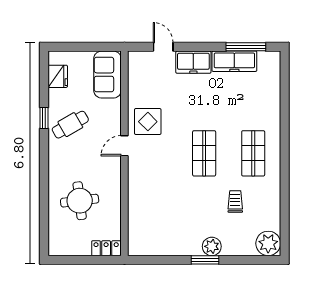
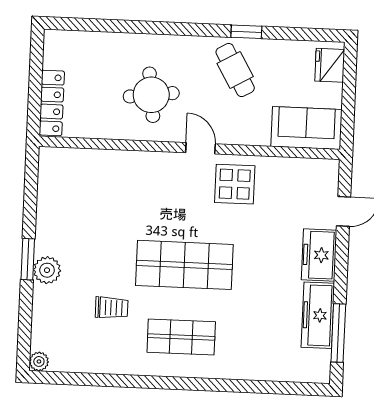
fridge: (58, 76) -> (330, 65), moved, turned 90
shop shelf: (204, 153) -> (184, 265), width x1.43, depth x1.36
round table: (80, 201) -> (151, 95), moved
plant: (268, 243) -> (39, 361), width x0.53, depth x0.53
locker: (106, 248) -> (52, 103), width x1.53

